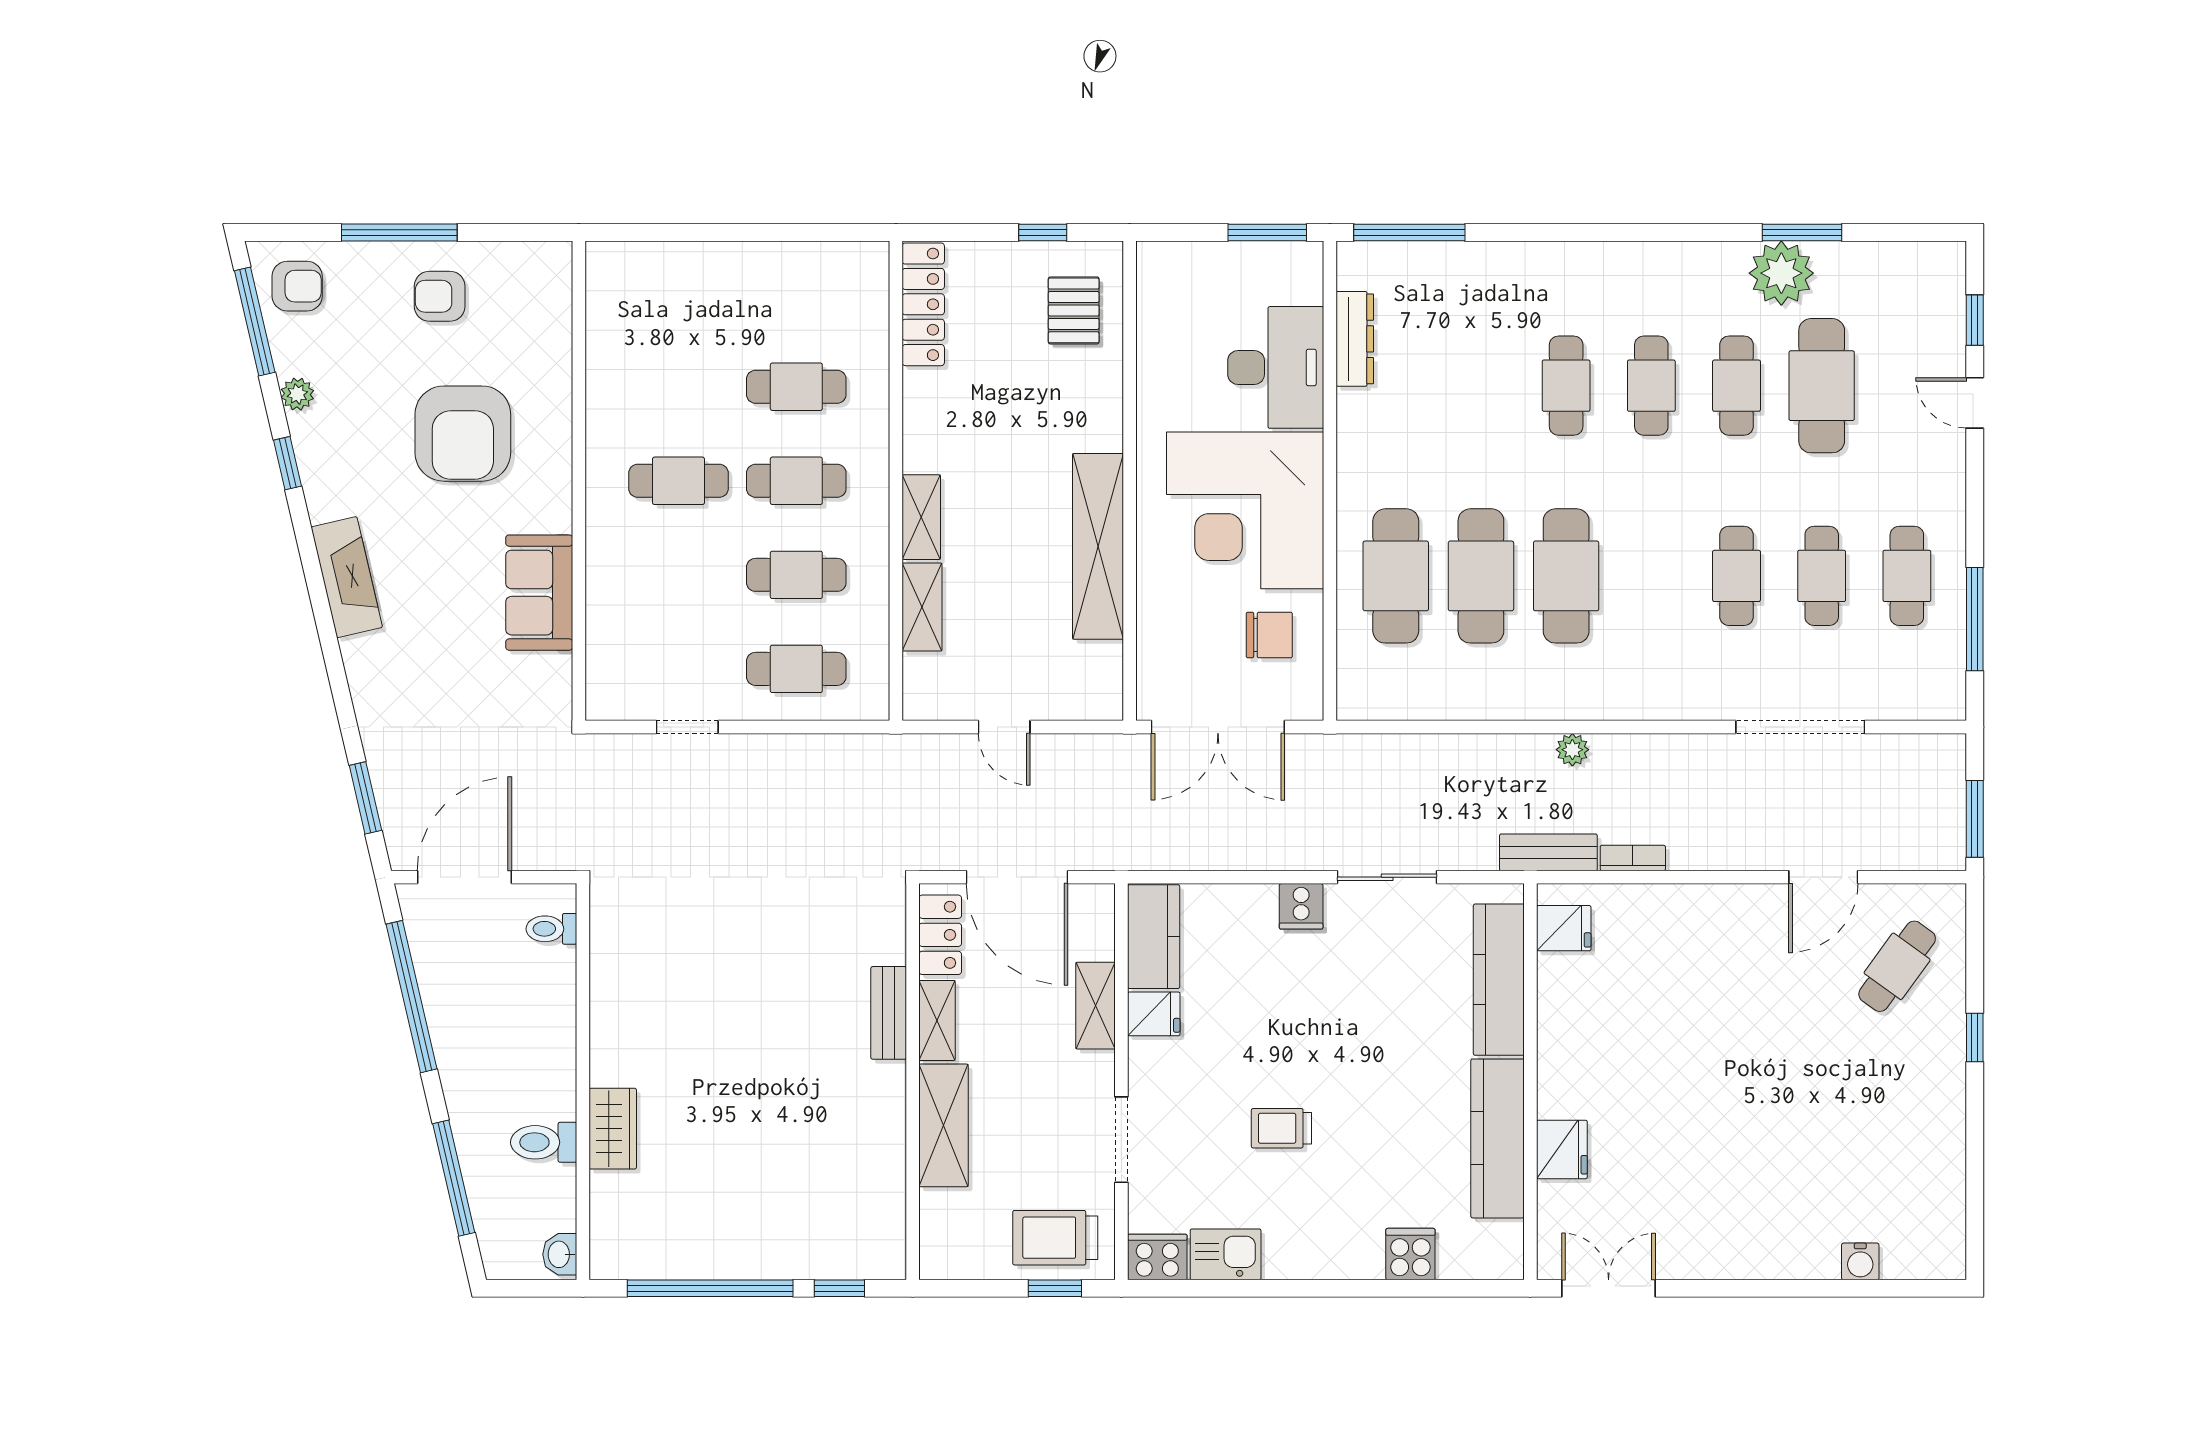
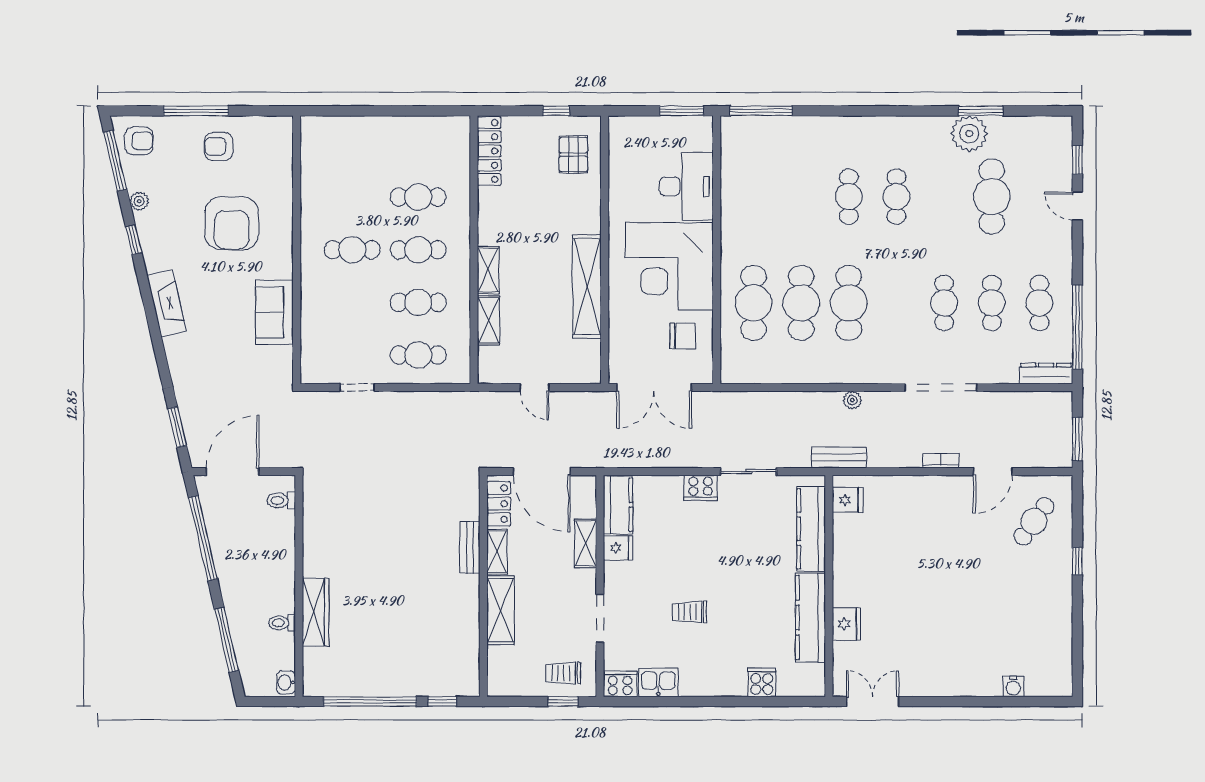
dresser: (1355, 339) -> (1046, 374), moved, turned -90
cafe table: (1736, 386) -> (944, 197), removed
window: (1975, 619) -> (1077, 327), width x1.46
doorway: (1800, 727) -> (941, 387), moved
bookcase: (1633, 858) -> (941, 461), moved
cooker: (1301, 906) -> (701, 488), width x1.36
wardrobe: (613, 1129) -> (316, 612), width x1.50
toilet: (544, 1142) -> (282, 623), width x0.73, depth x0.72
trolley: (1055, 1238) -> (563, 673), width x0.73, depth x0.72

